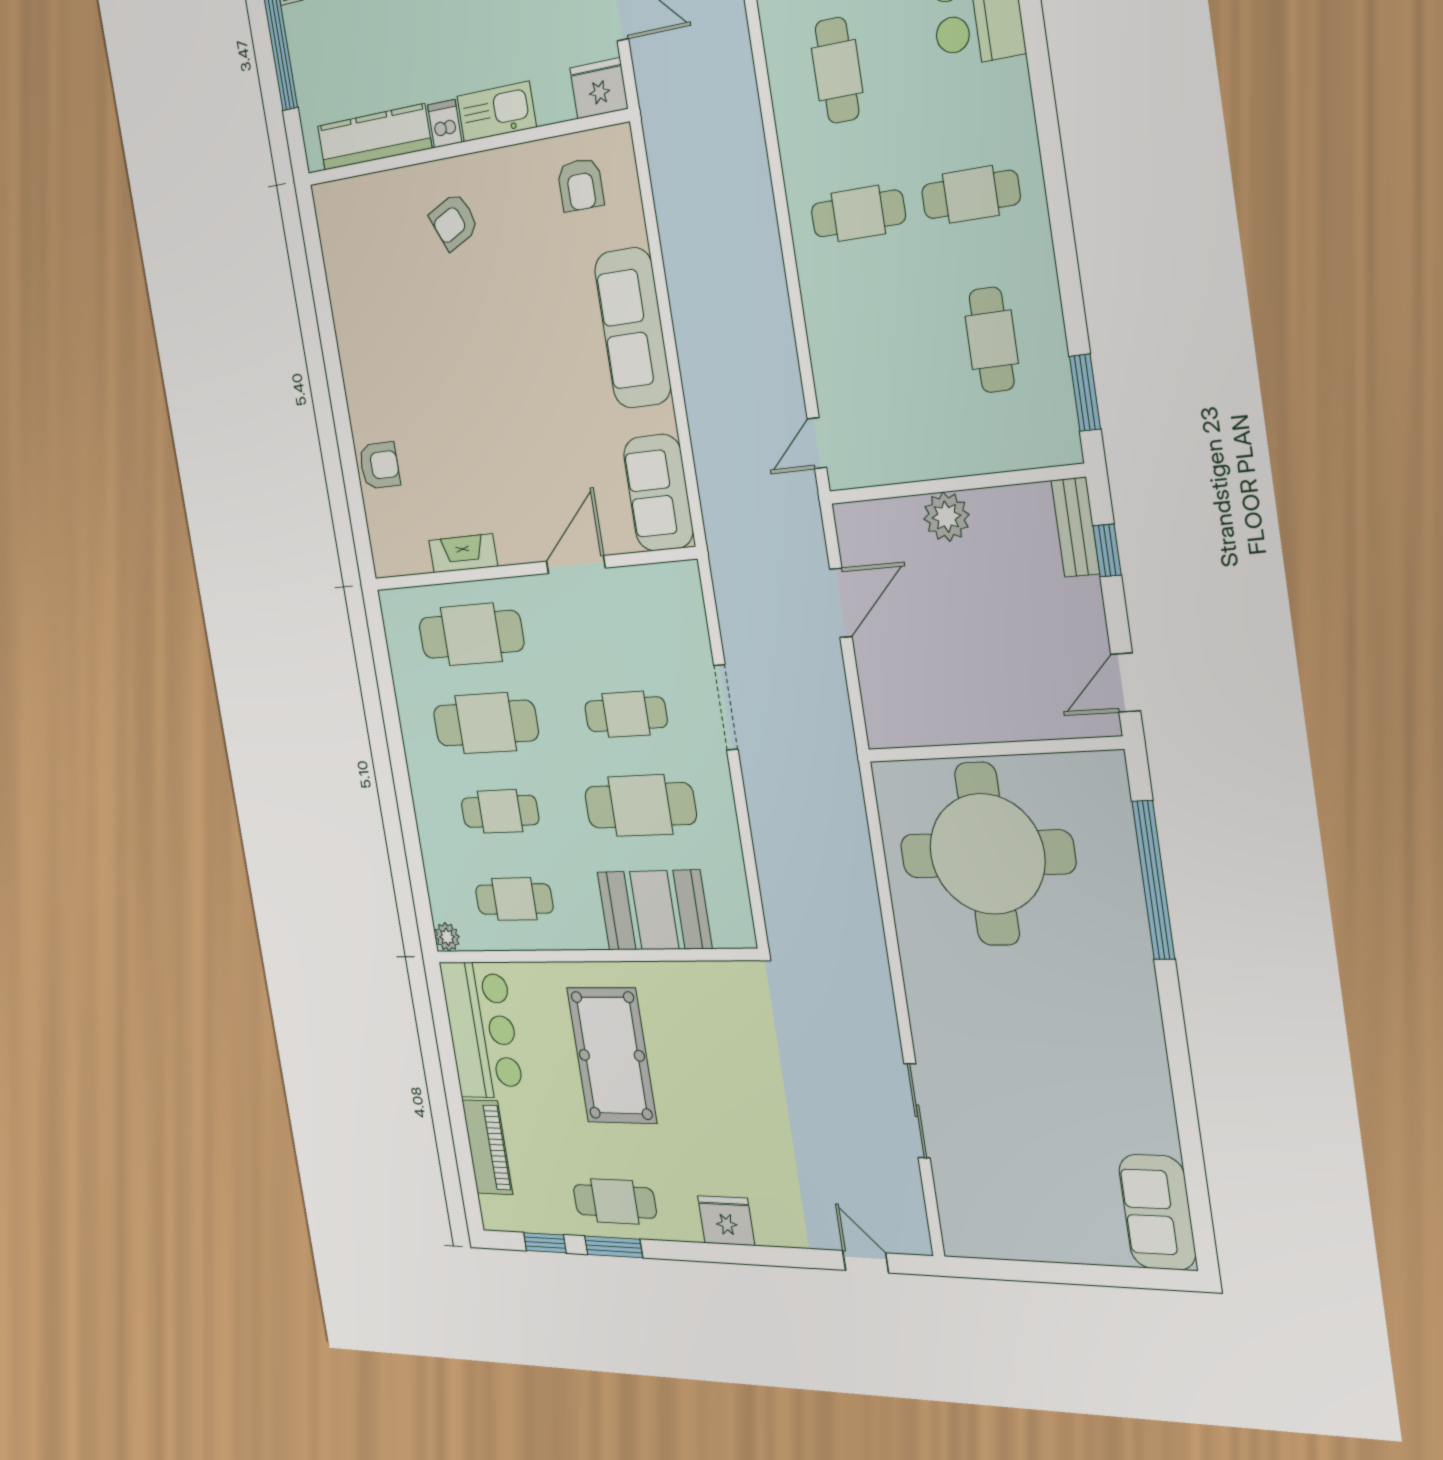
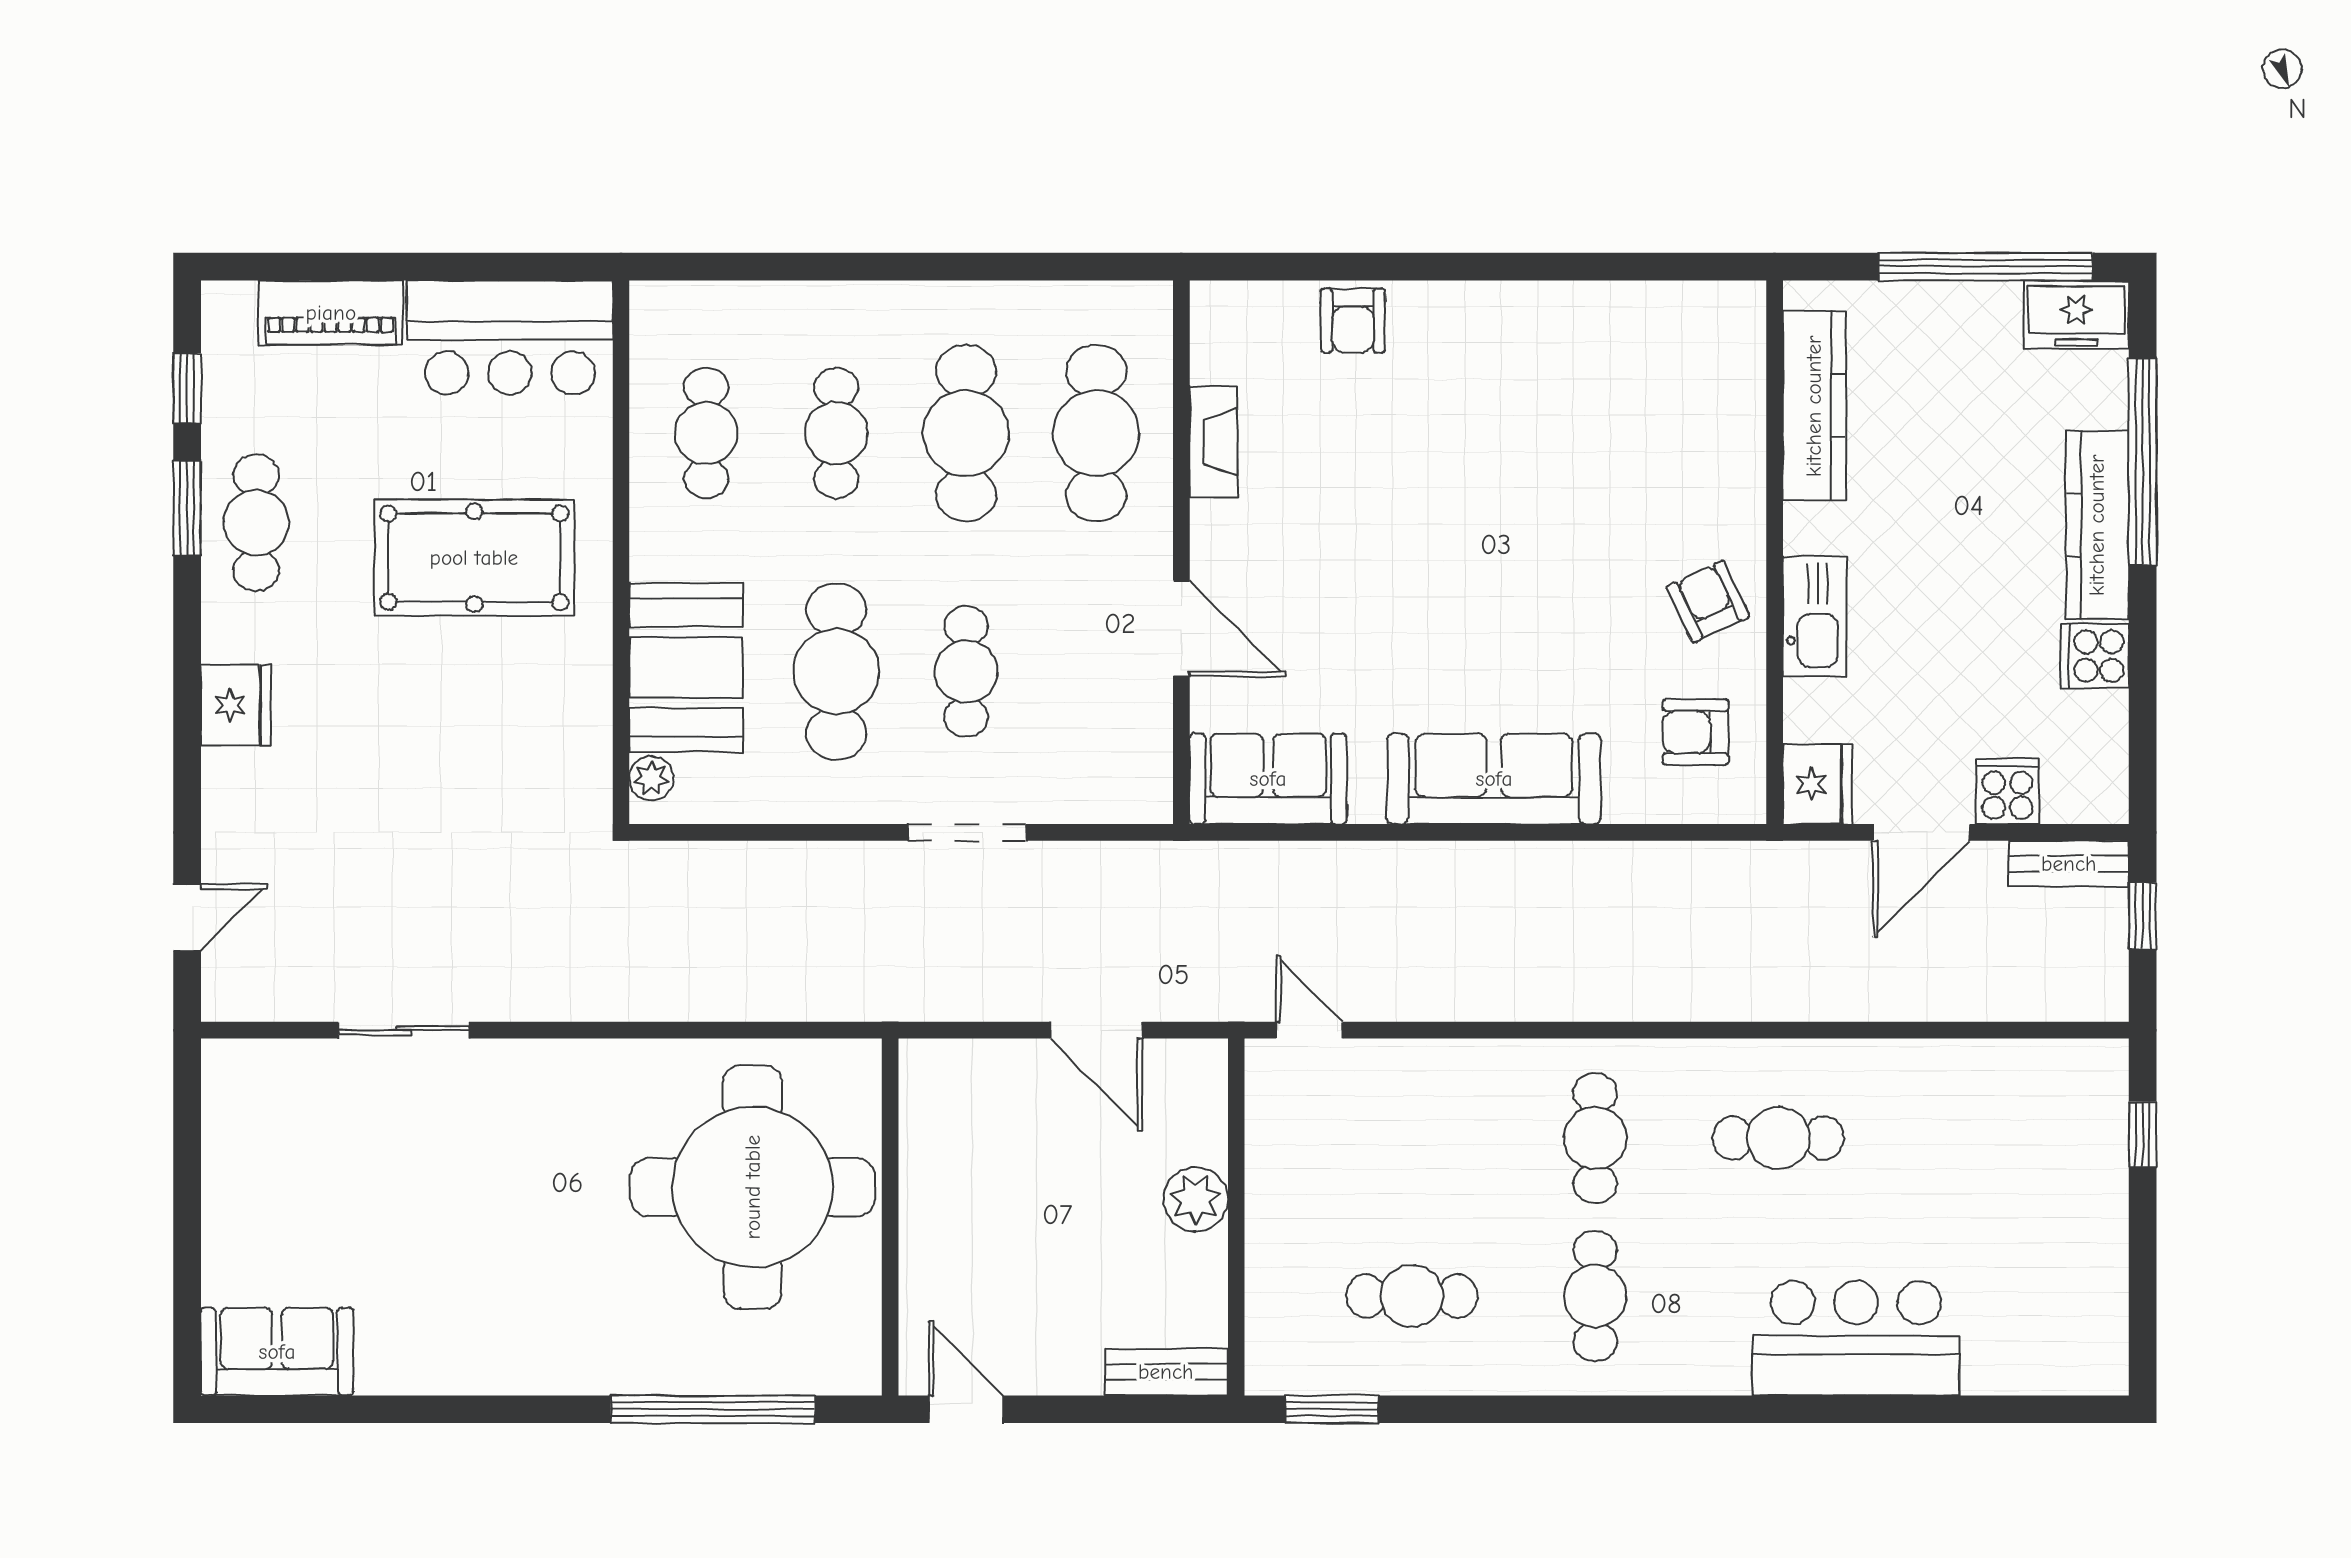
dishwasher: (445, 124) -> (1813, 528), removed
armchair: (454, 222) -> (1708, 601), moved
window: (1107, 550) -> (1134, 1409), removed
plant: (447, 937) -> (651, 778), moved

